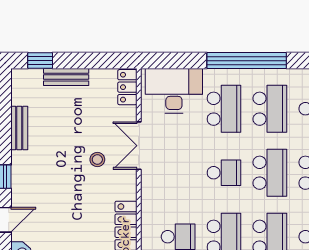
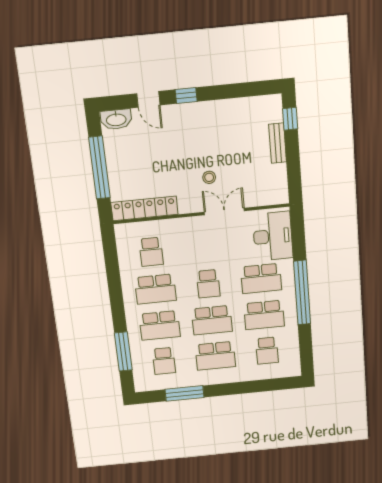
locker: (127, 87) -> (273, 197), removed
bench: (19, 128) -> (230, 106), removed

